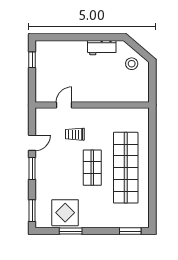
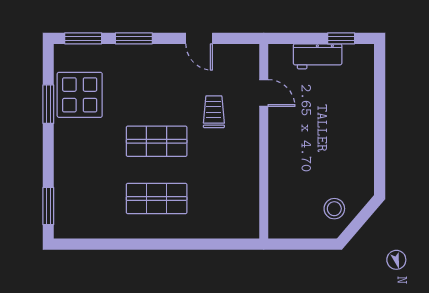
workbench: (102, 48) -> (318, 56), moved, turned -90
shop shelf: (126, 168) -> (157, 198), width x0.50, depth x0.74
window: (32, 169) -> (134, 38), moved

